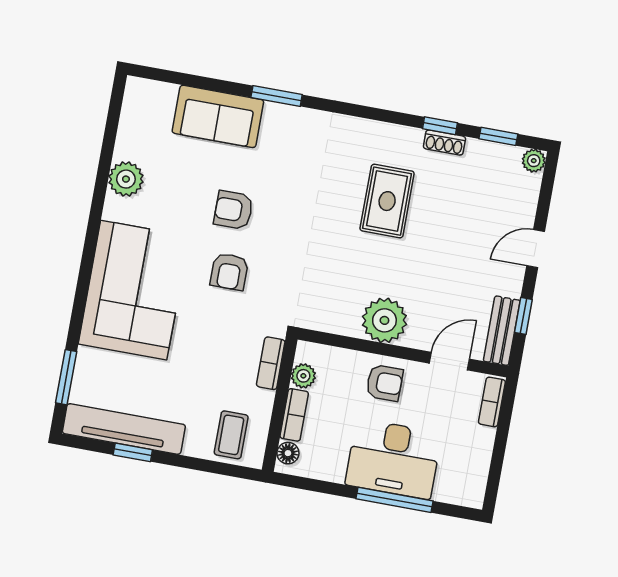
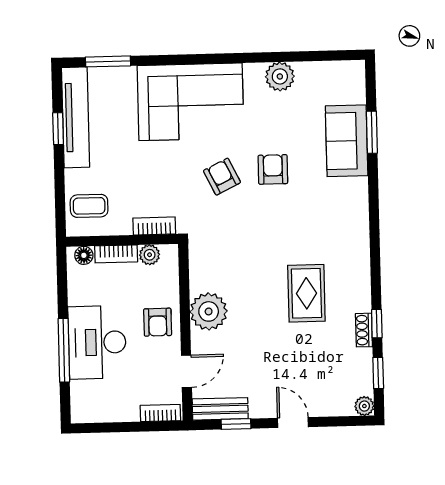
window: (277, 96) -> (372, 132), moved
rug: (387, 201) -> (306, 293), turned 90
armchair: (229, 272) -> (222, 177), turned 64
door: (449, 361) -> (186, 371), hinge flipped

